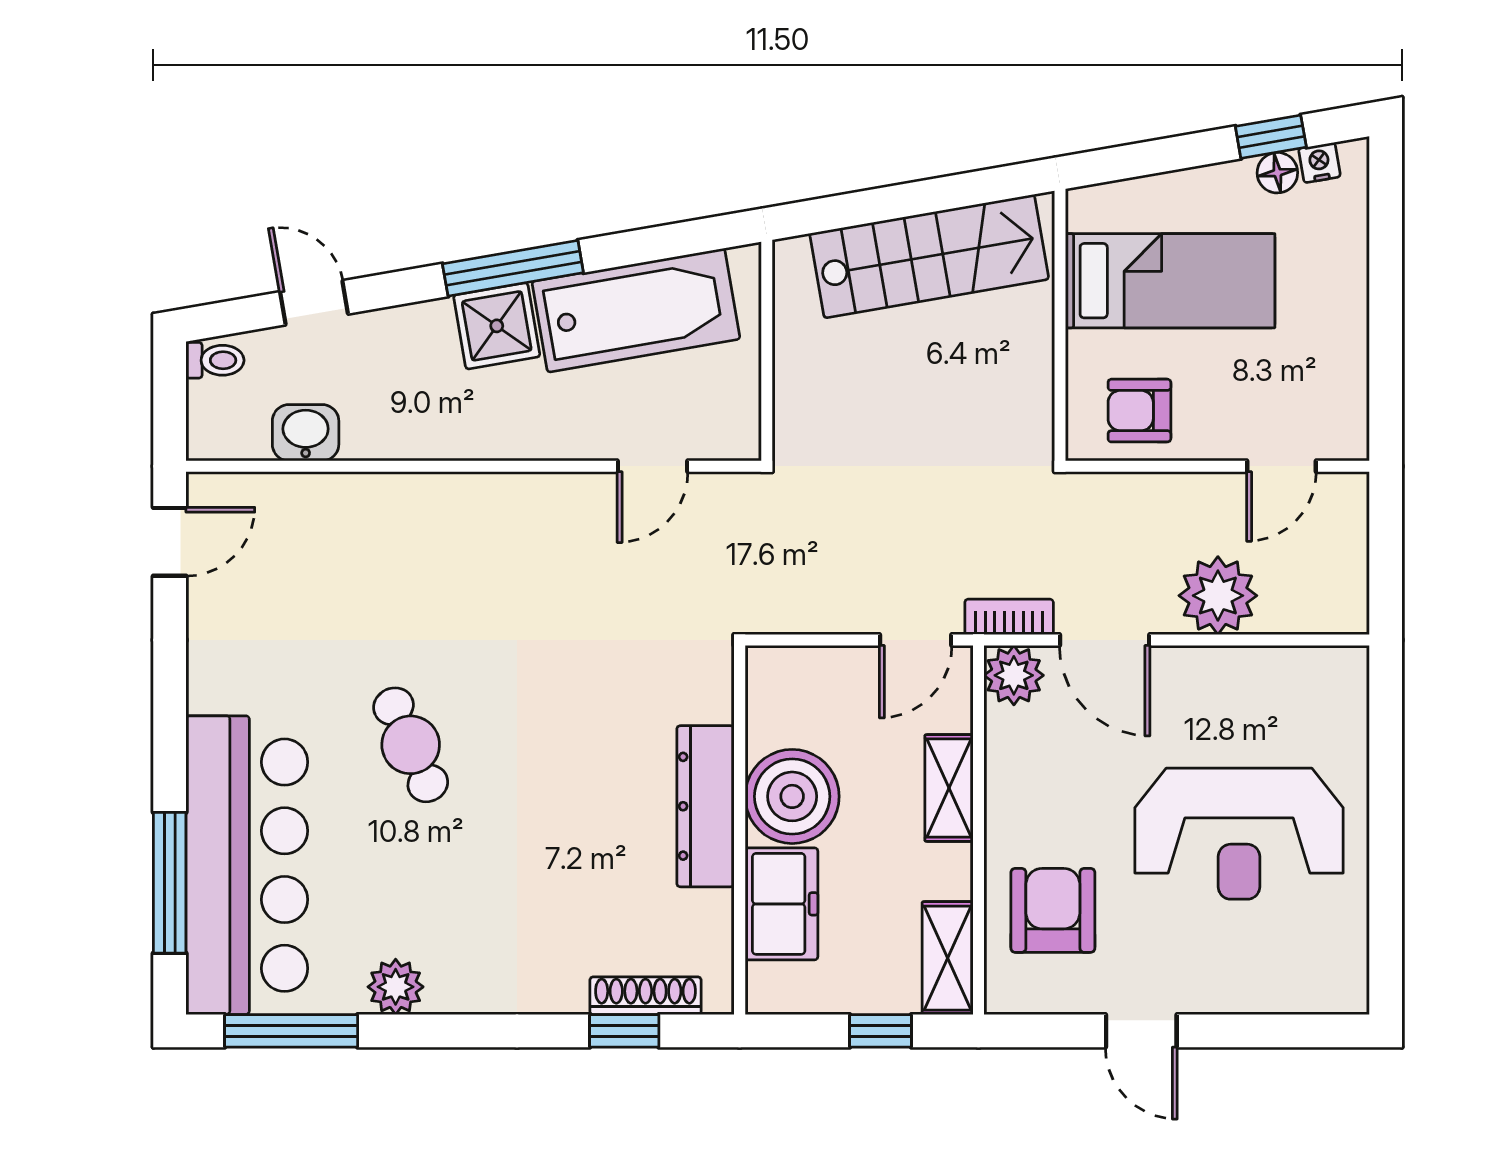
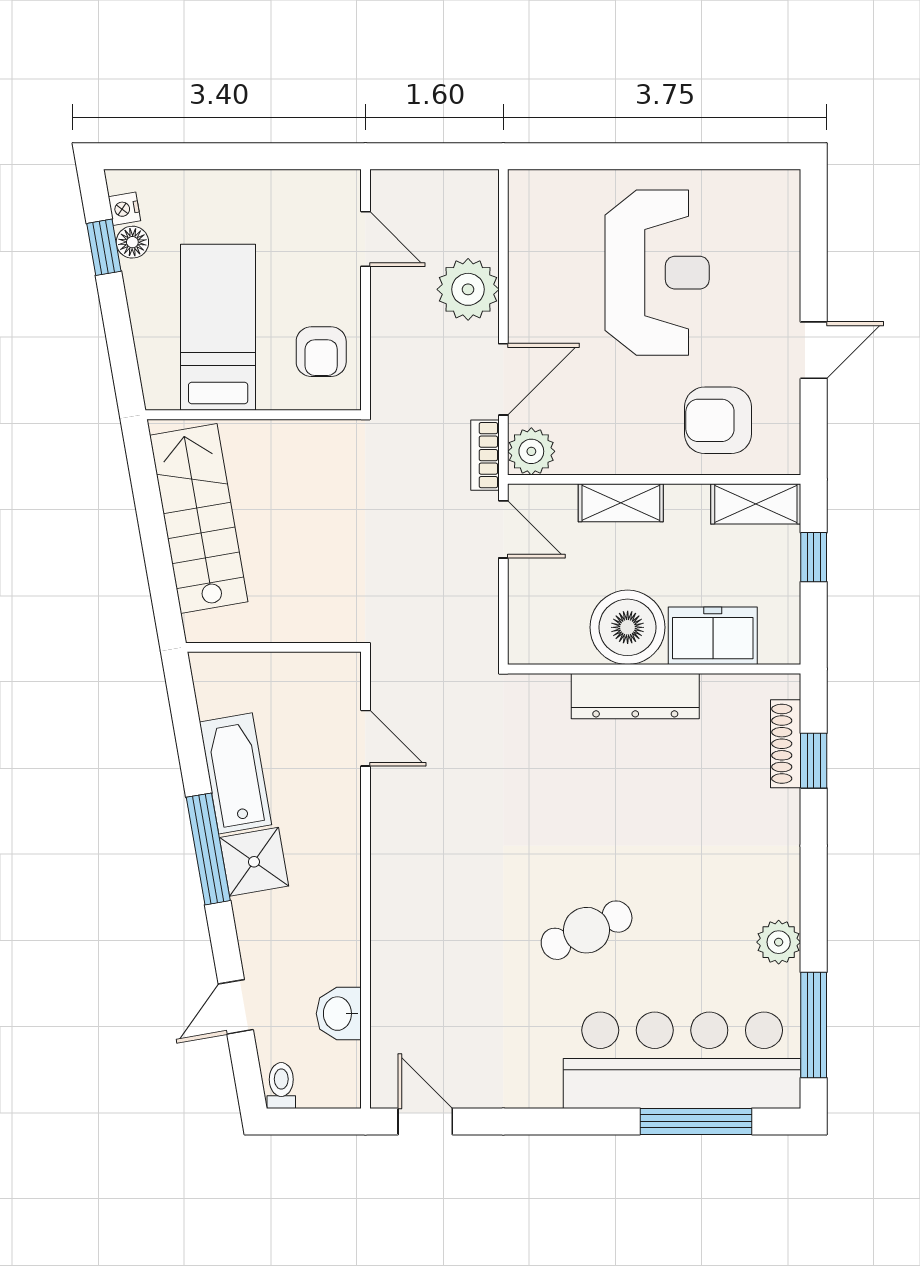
bathtub: (636, 310) -> (236, 773), width x0.73, depth x0.73

